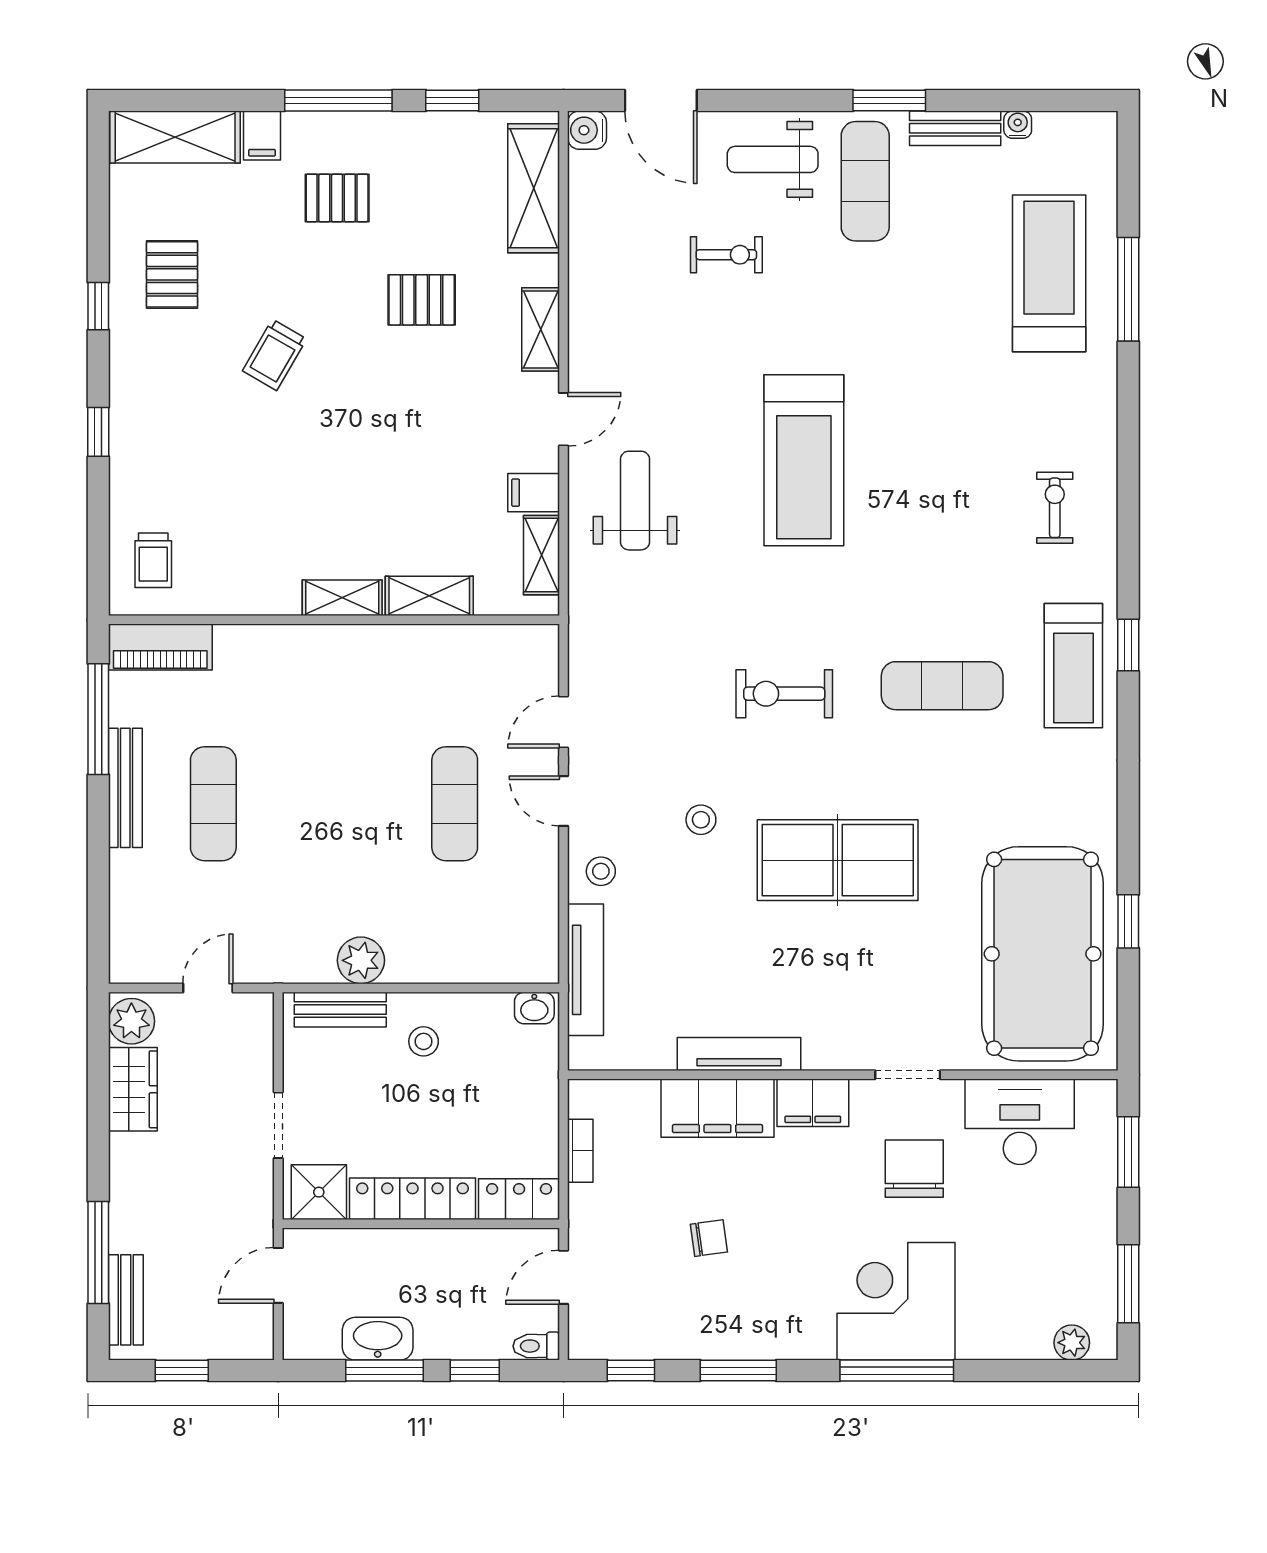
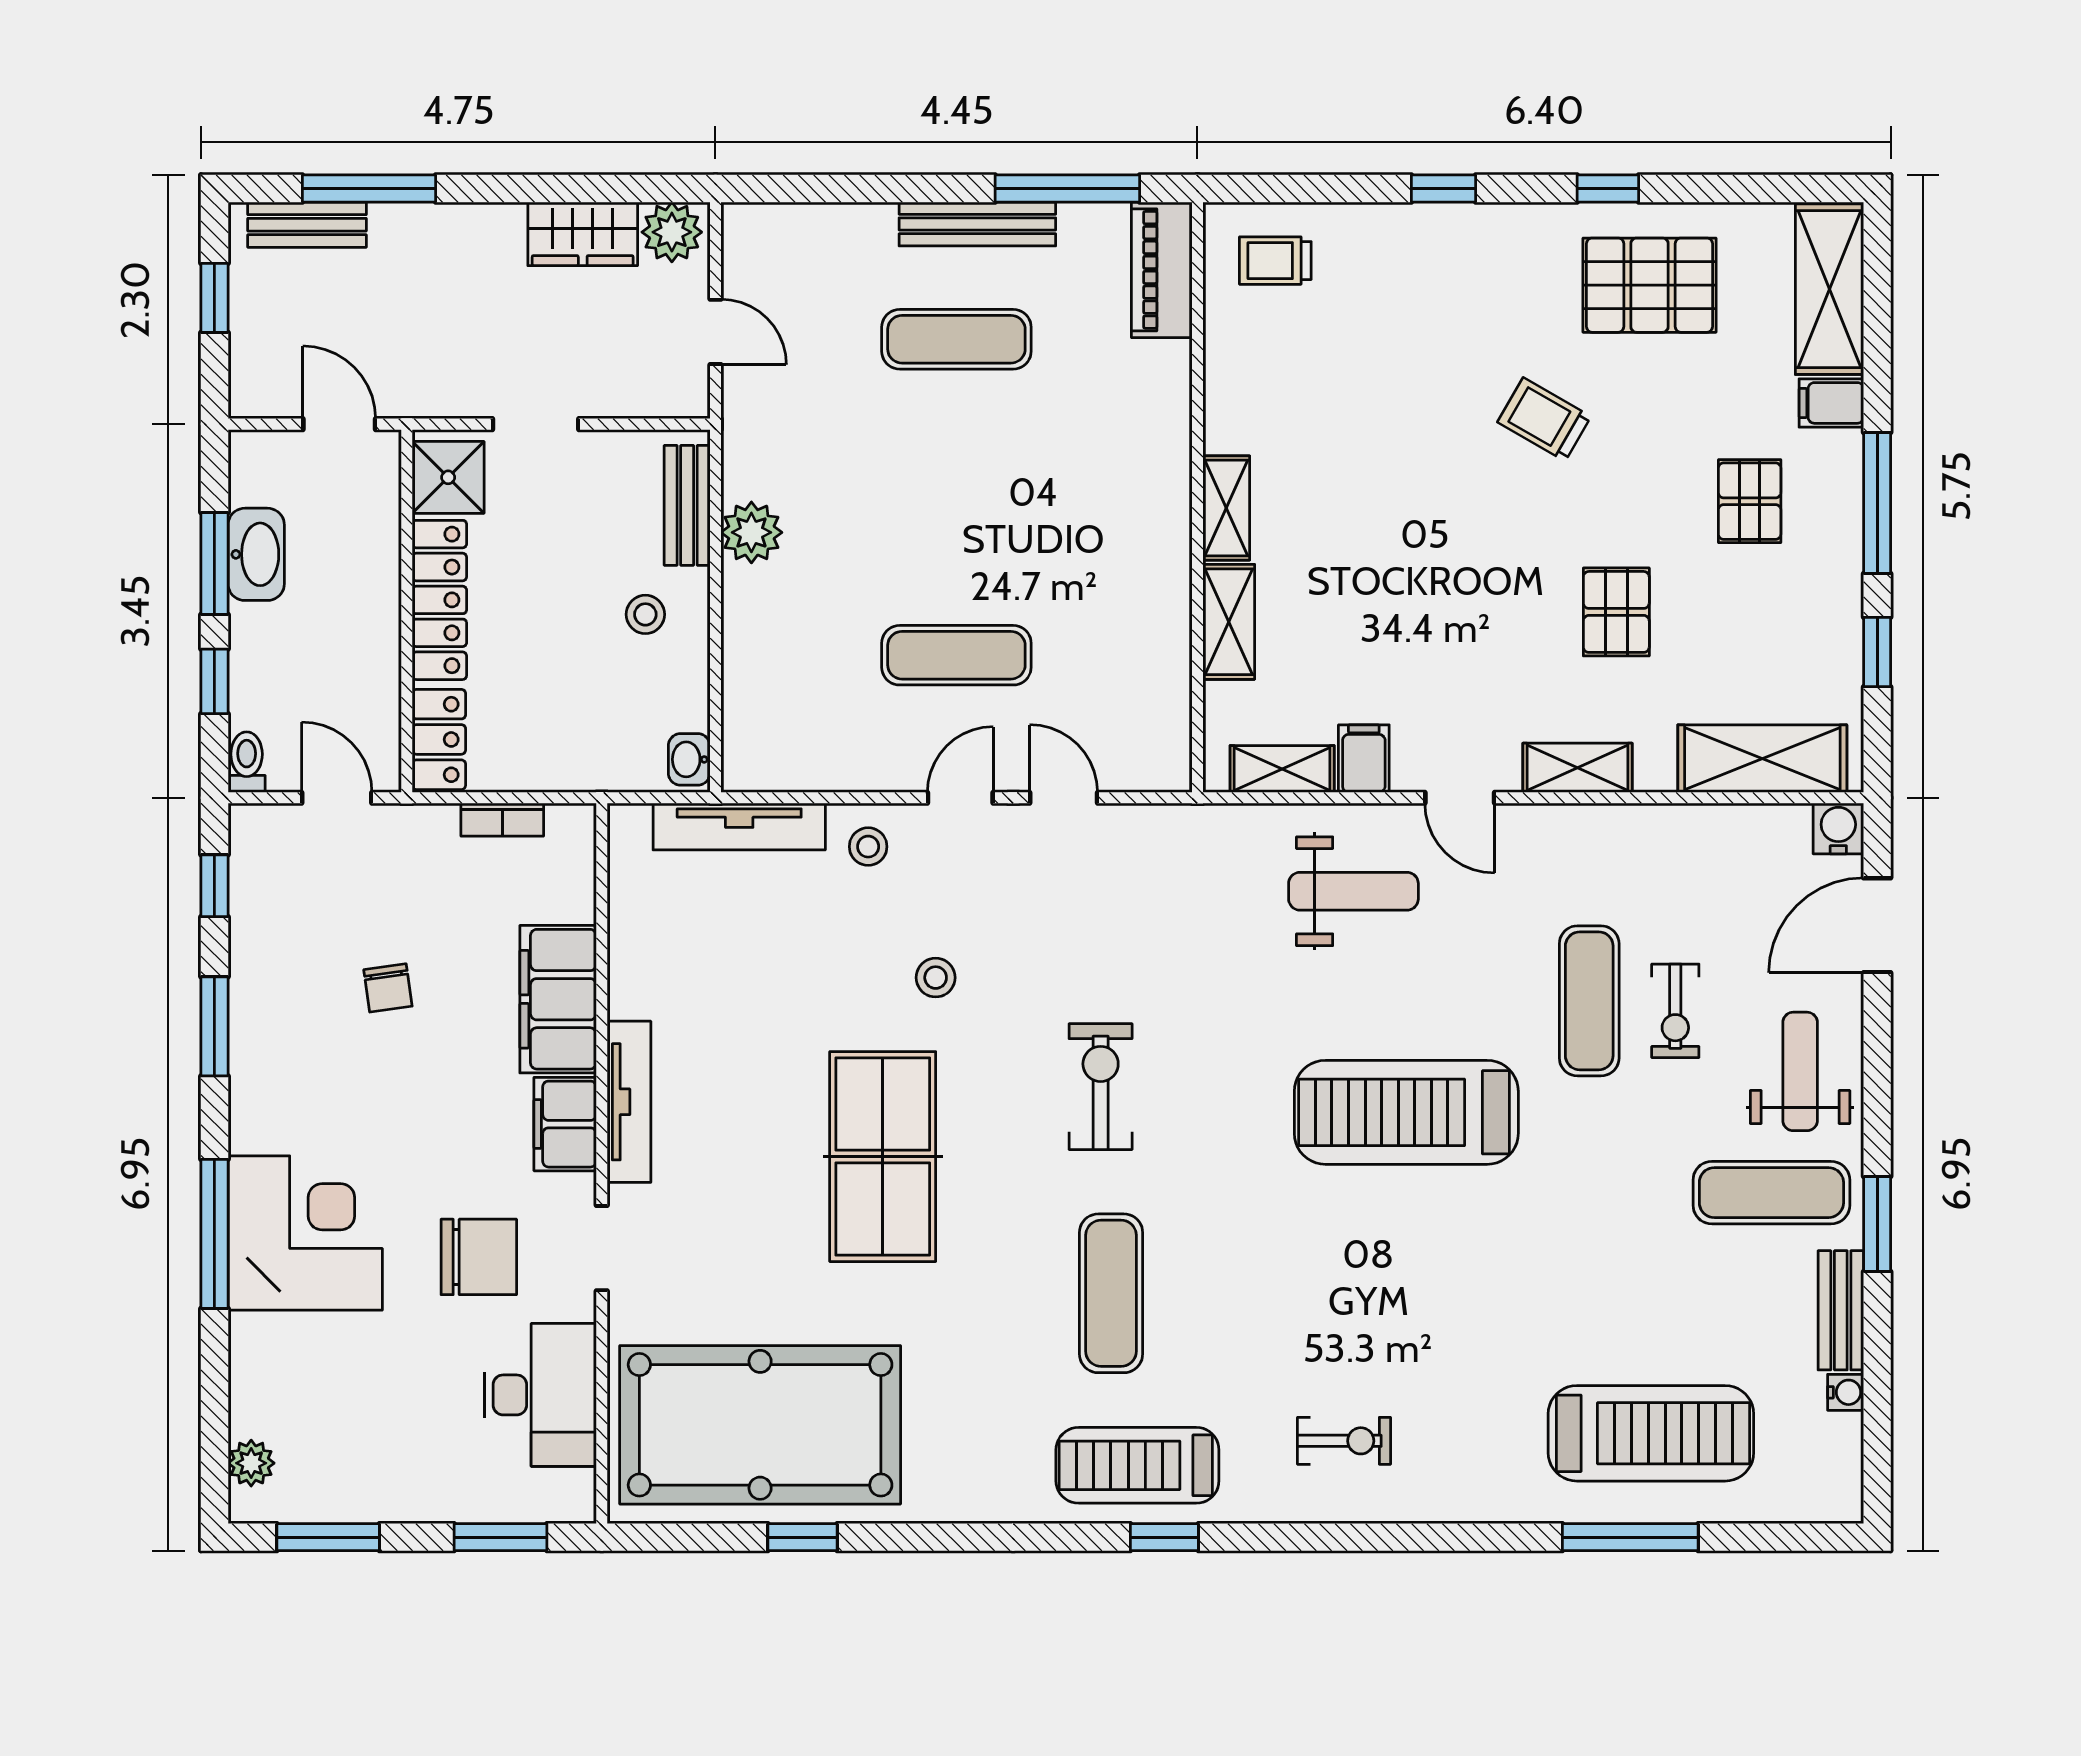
pallet: (172, 274) -> (1649, 285), width x1.50, depth x1.42
exercise mat: (719, 320) -> (1589, 1001), added
tv unit: (739, 1054) -> (629, 1102), moved

